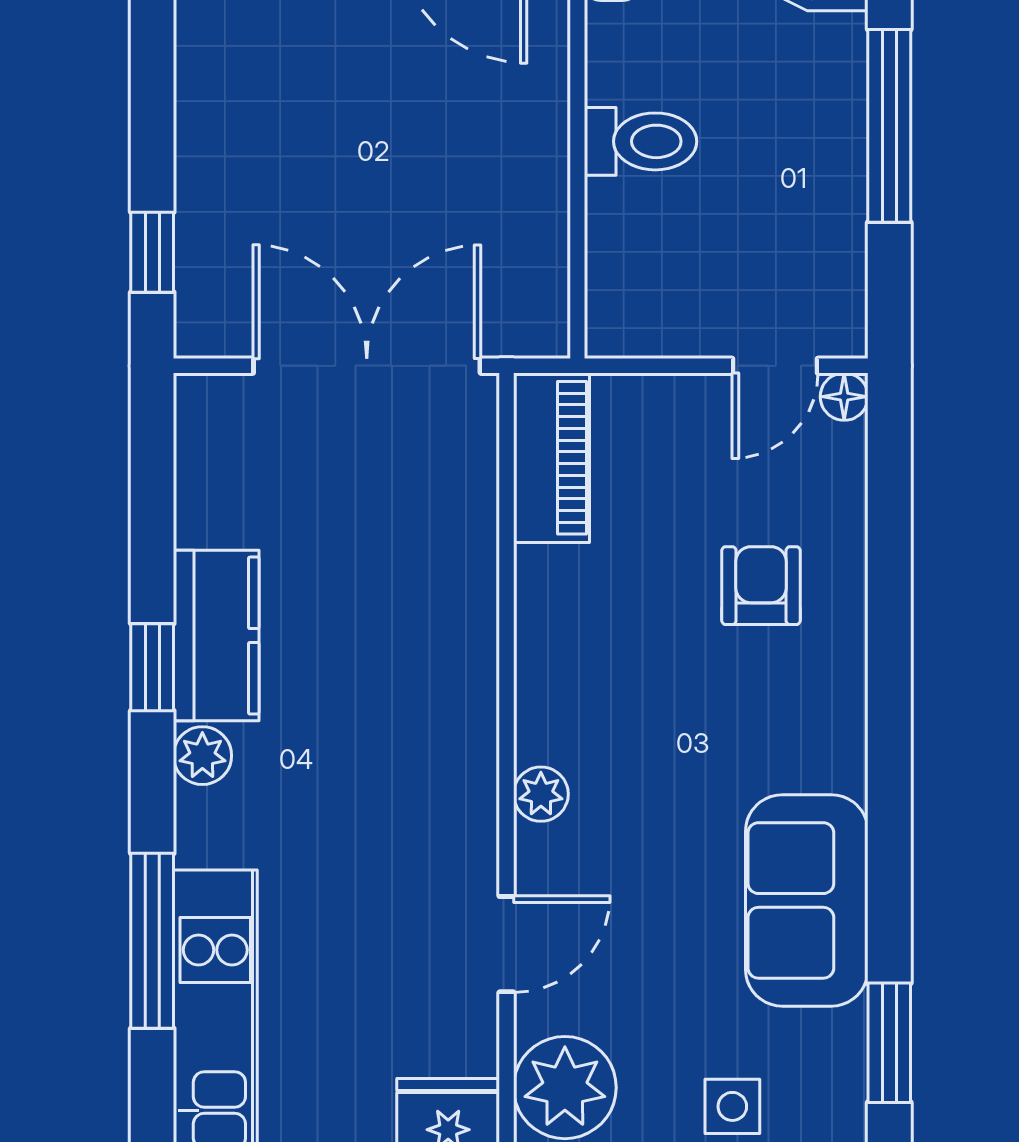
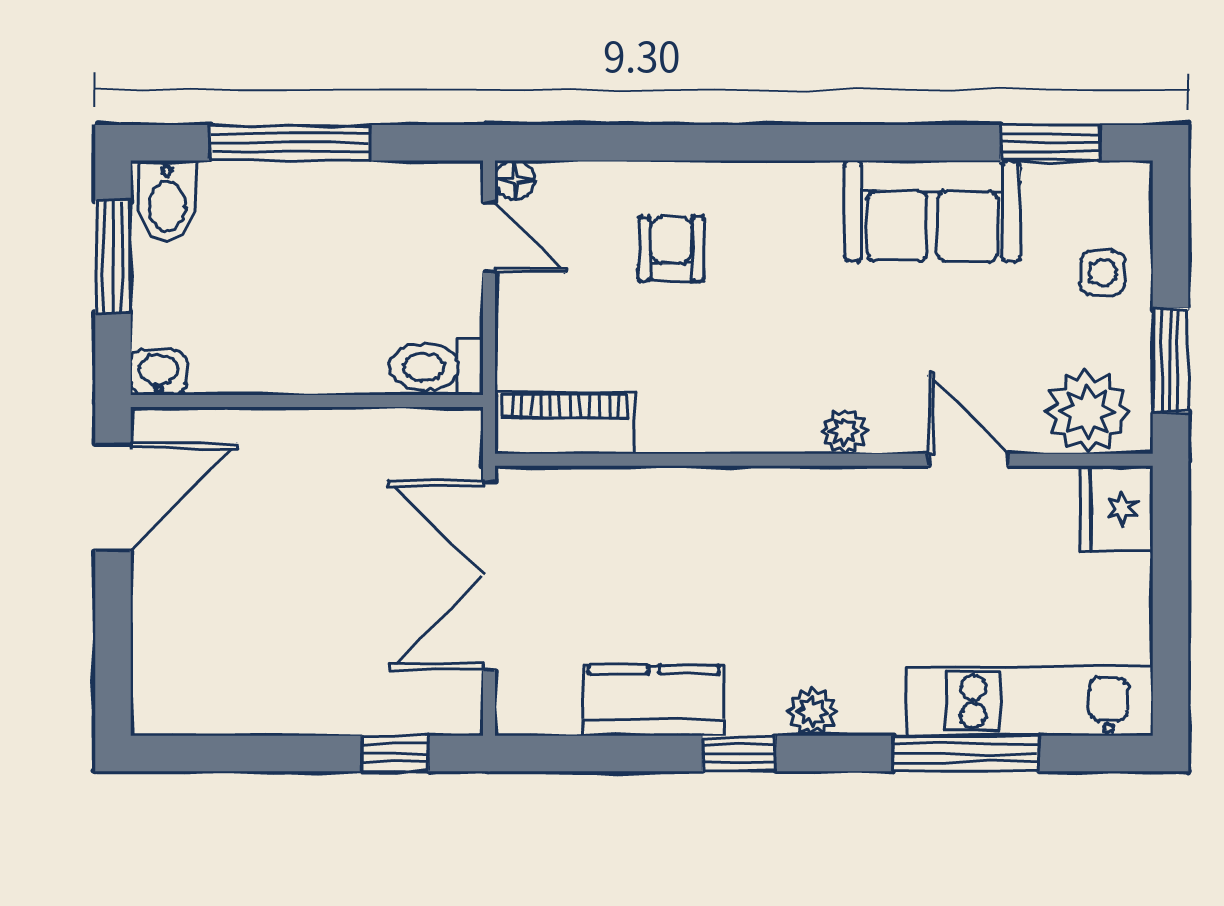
toilet: (641, 141) -> (437, 367), moved, turned -90
armchair: (761, 586) -> (671, 249), turned 90
kitchen counter: (216, 636) -> (654, 701), moved

